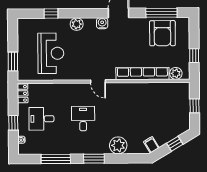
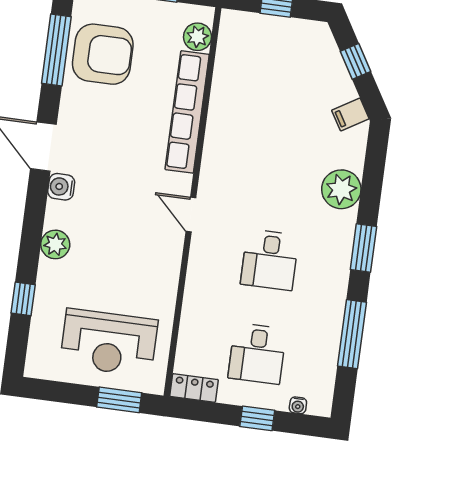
reception desk: (51, 53) -> (109, 343), moved, turned 180
door: (98, 81) -> (191, 215), swing flipped
desk: (83, 119) -> (270, 260), turned -90

